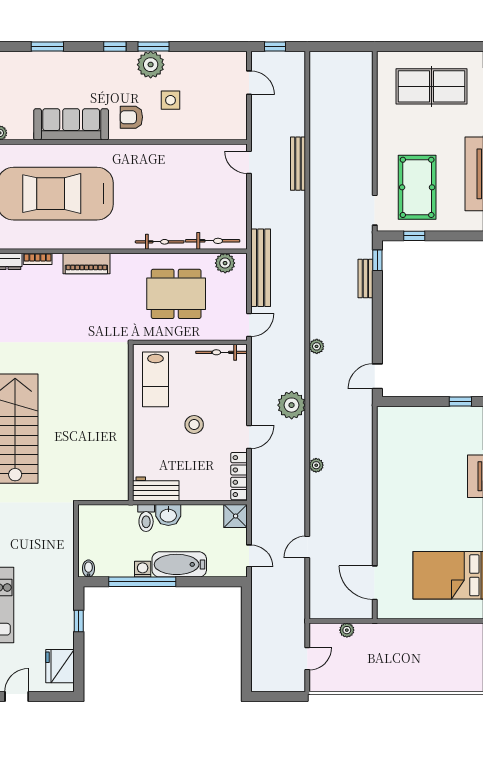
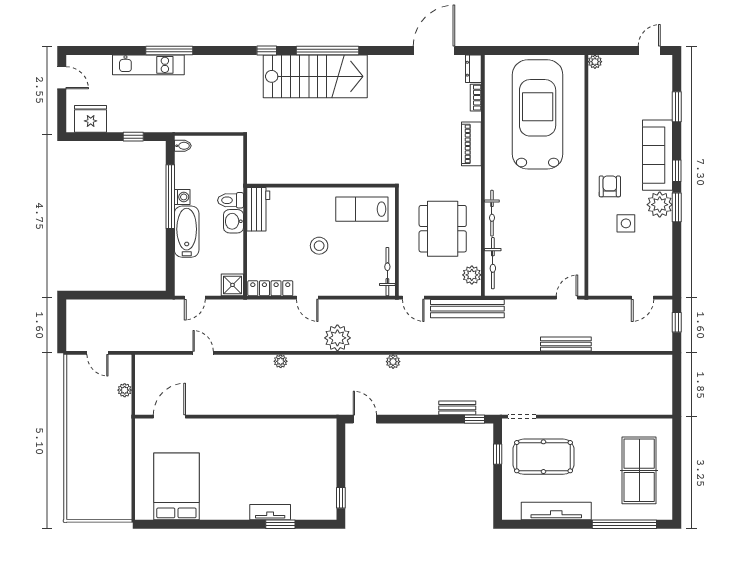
sofa: (71, 124) -> (658, 155), moved, turned 180

